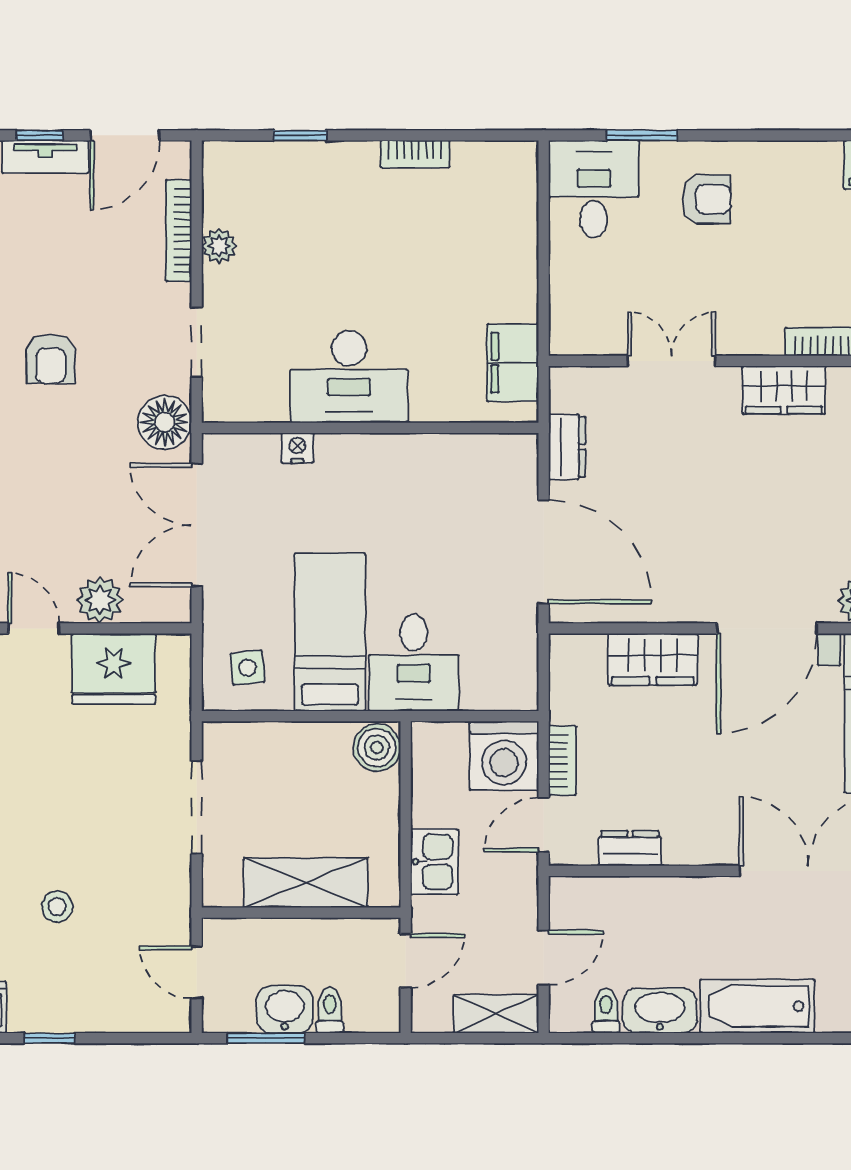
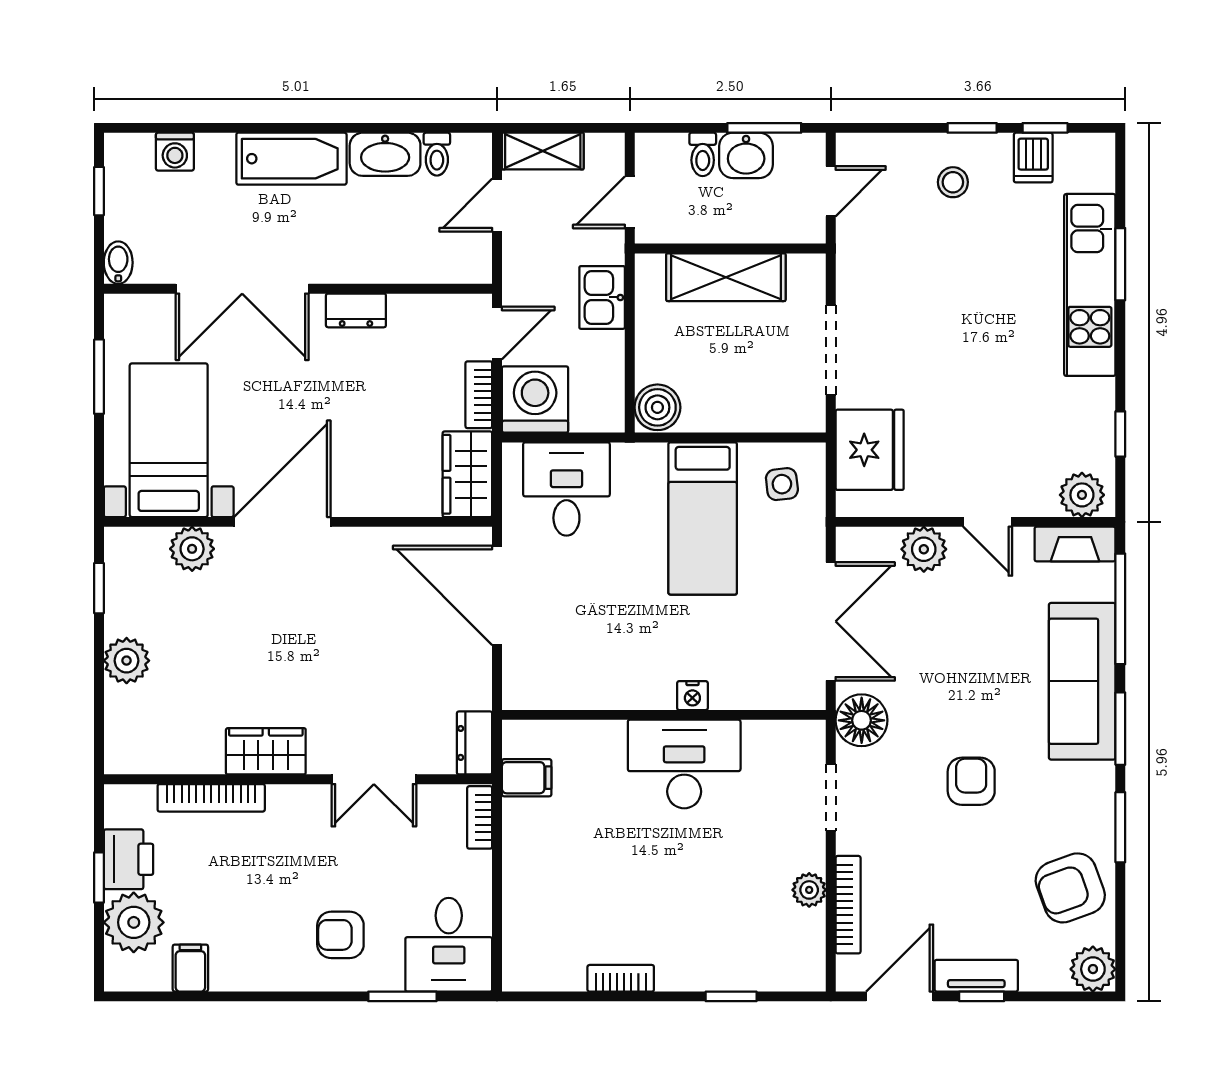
bookcase: (562, 321) -> (480, 817), added
filing cabinet: (513, 363) -> (527, 778), width x0.50
dresser: (567, 447) -> (475, 743), moved
nightstand: (297, 448) -> (692, 696), moved
wardrobe: (653, 659) -> (467, 474), moved, turned -90
desk: (414, 663) -> (566, 489), moved
fridge: (114, 669) -> (870, 450), moved, turned 90
dresser: (630, 848) -> (356, 310), moved
stool: (57, 907) -> (953, 182), moved
door: (197, 972) -> (831, 191), hinge flipped

